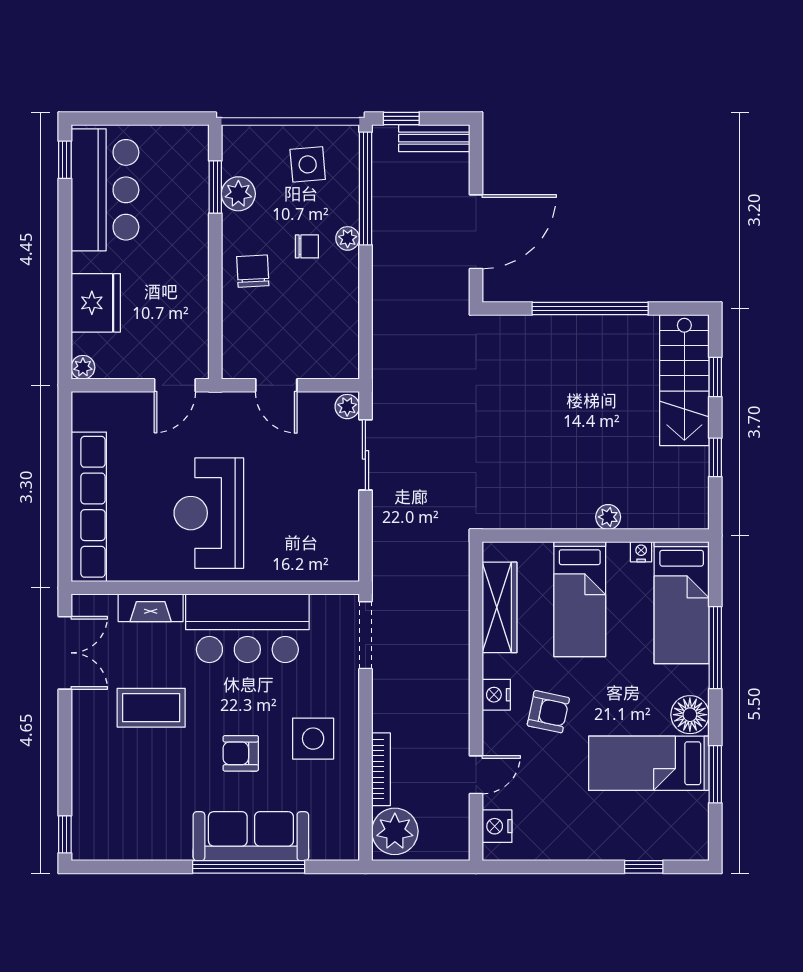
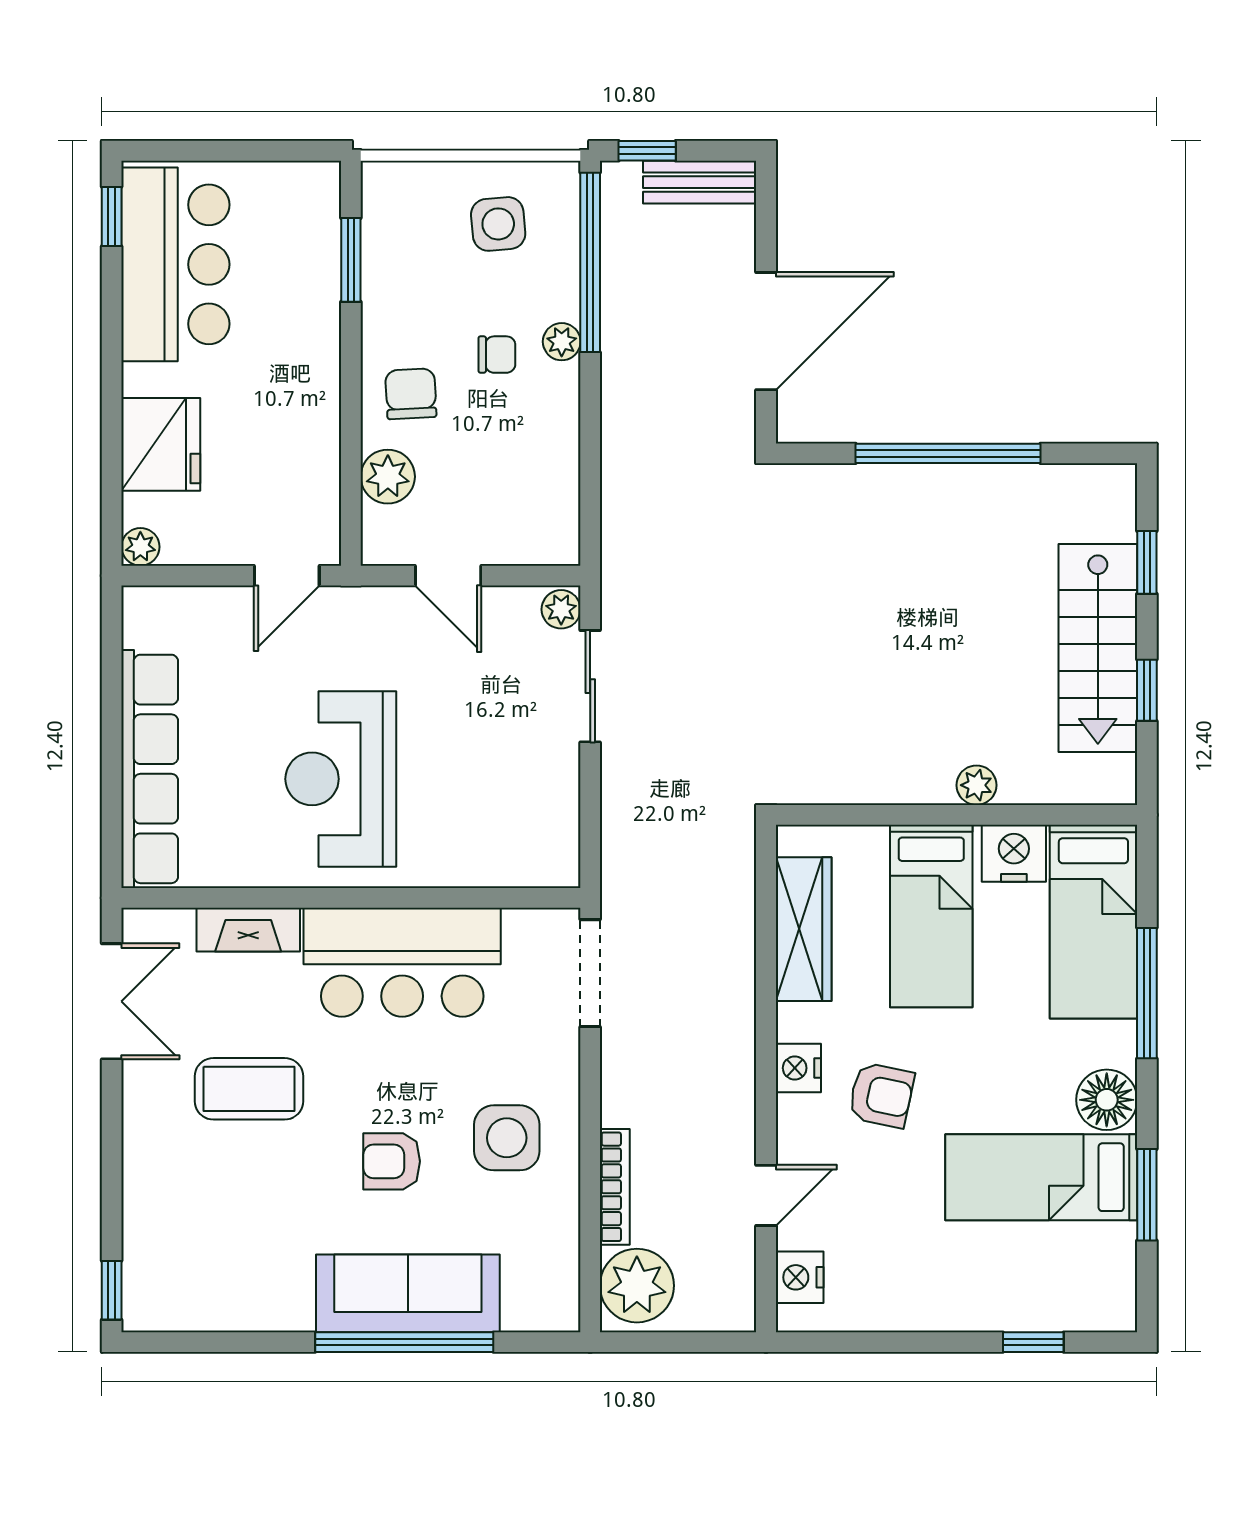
plant: (238, 194) -> (388, 477), moved
stairs: (684, 380) -> (1098, 648), moved
nightstand: (641, 552) -> (1014, 853), width x1.89, depth x1.79

